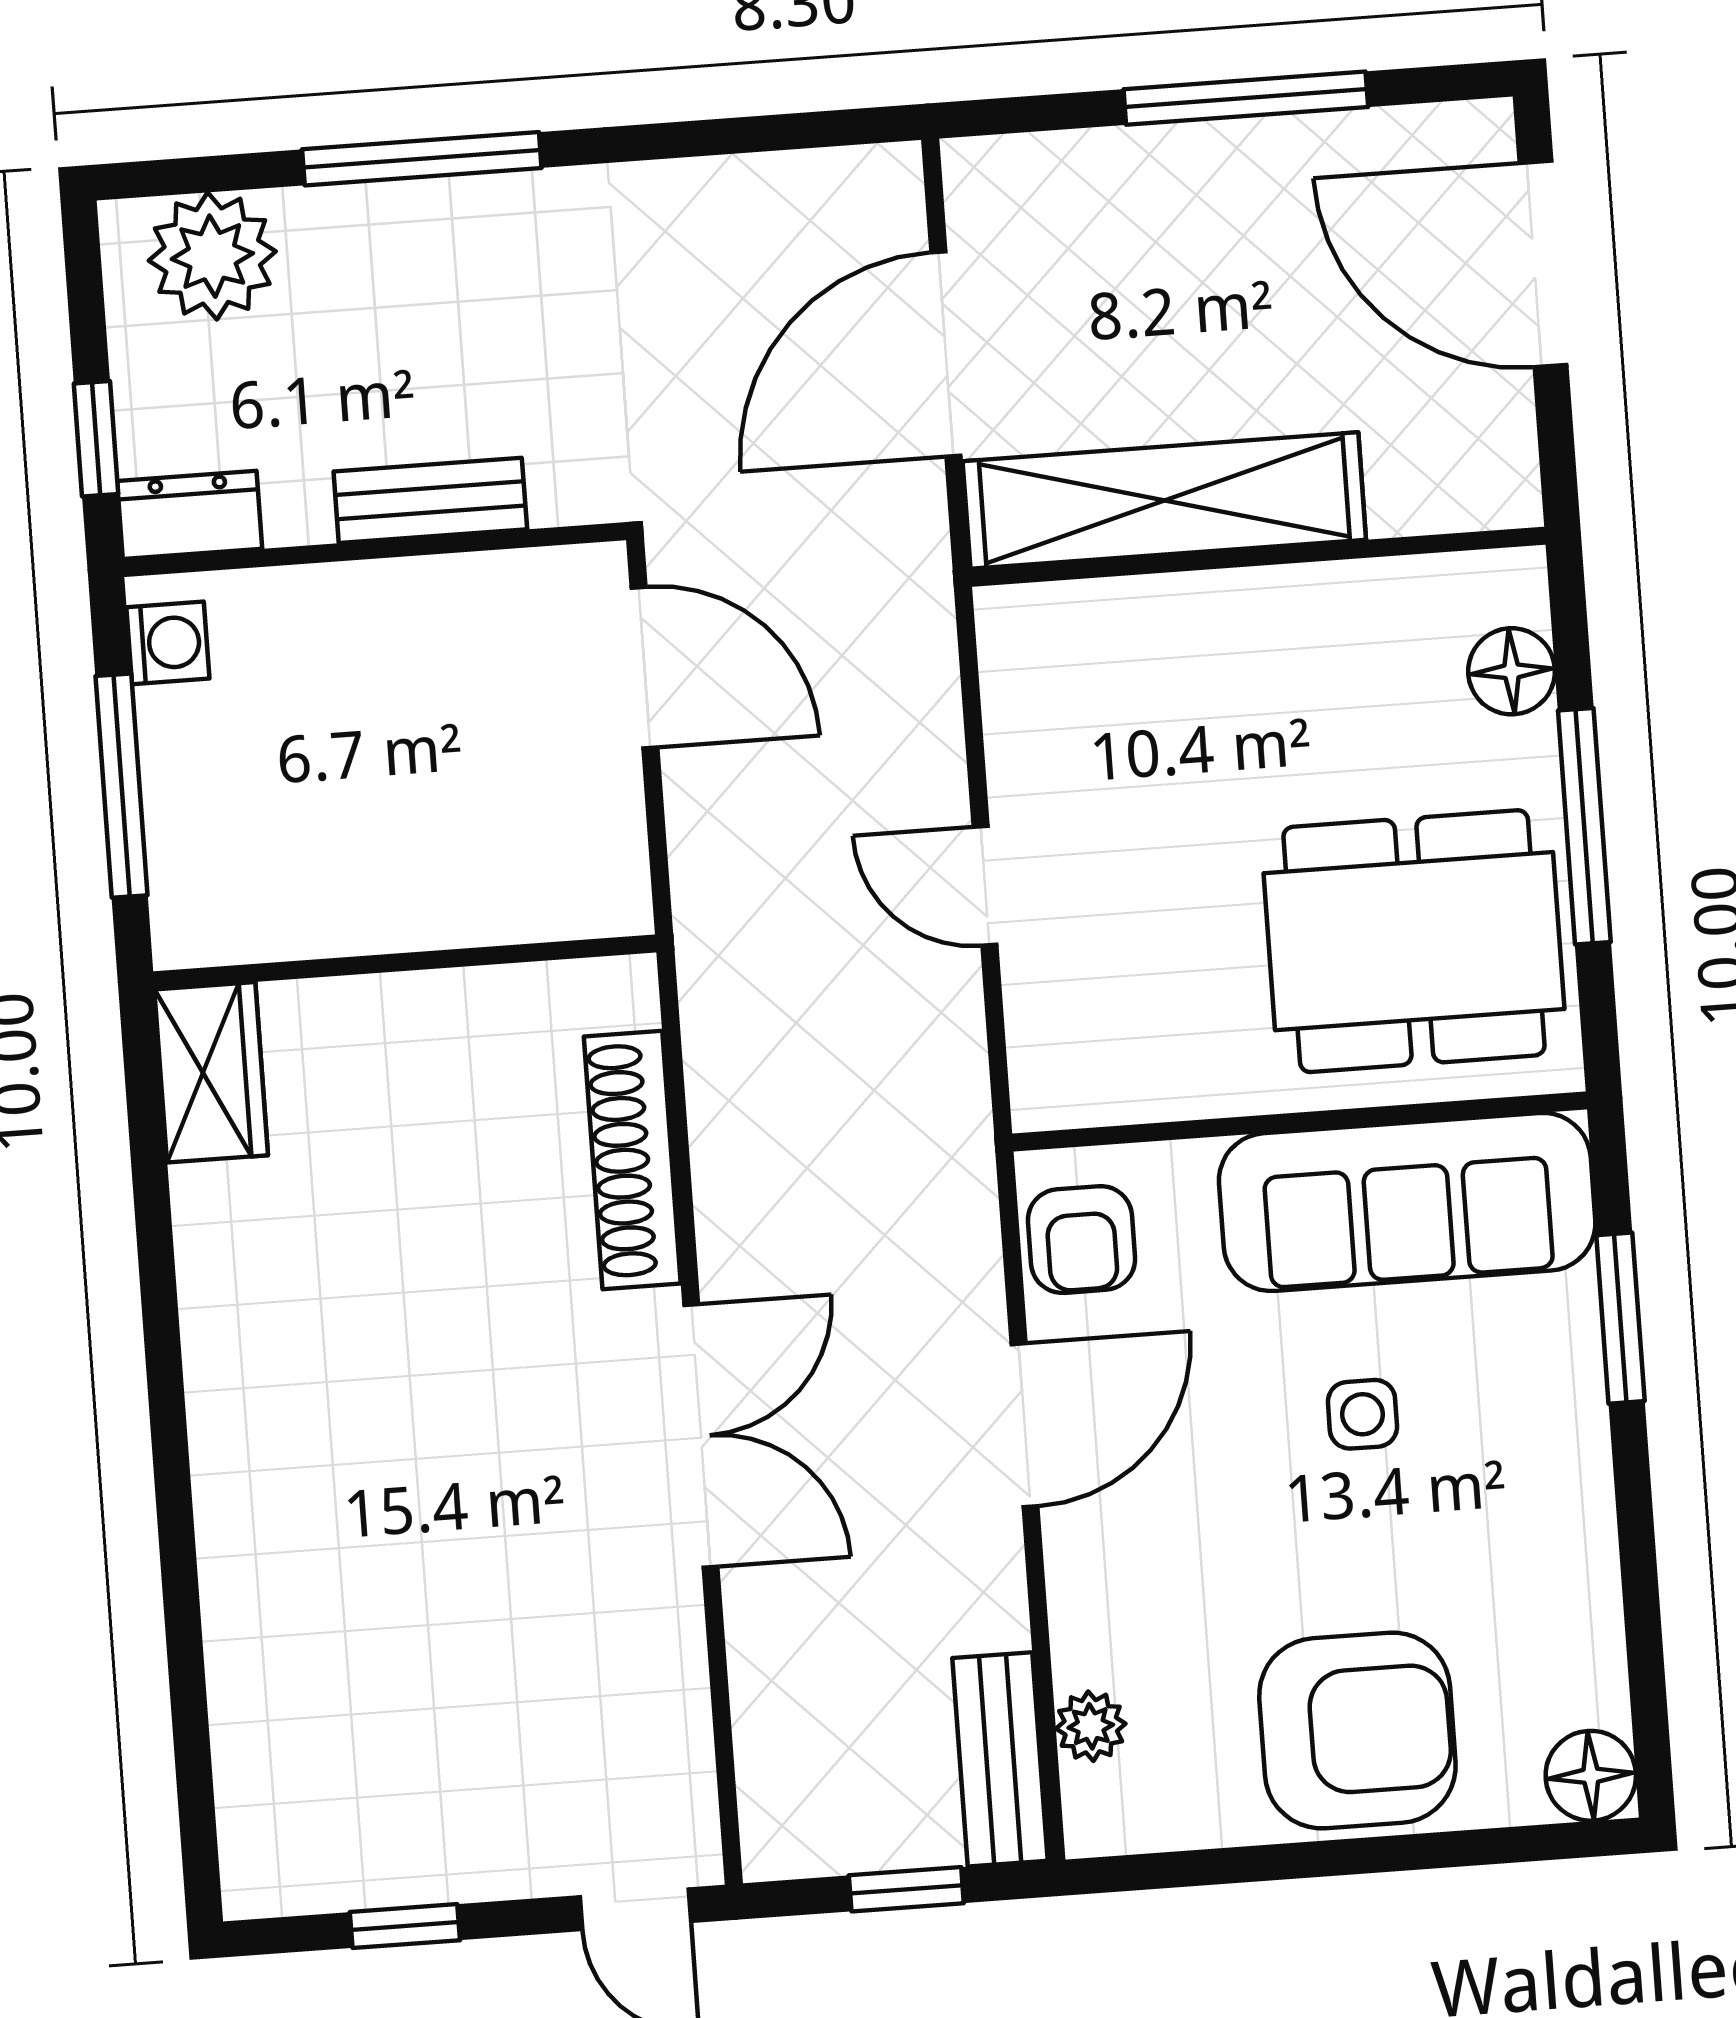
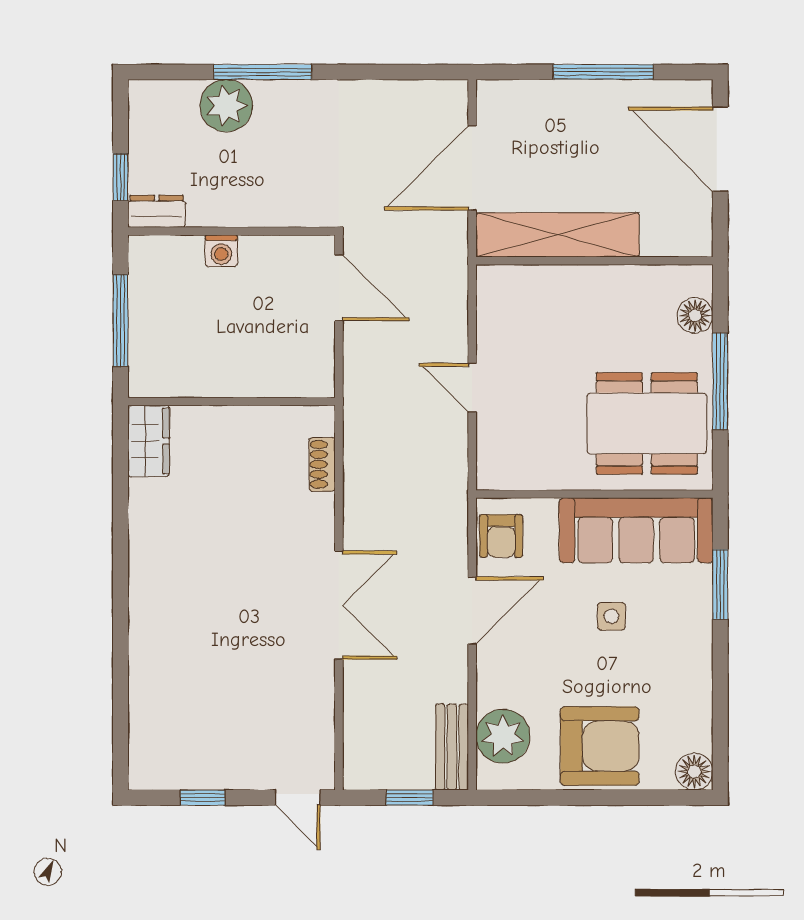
plant: (212, 256) -> (226, 106), moved
bench: (430, 500) -> (256, 213), removed
washing machine: (168, 643) -> (221, 251), moved, turned 90
shoe rack: (632, 1160) -> (322, 464), width x0.51, depth x0.81
plant: (1091, 1726) -> (503, 736), width x1.88, depth x1.88

